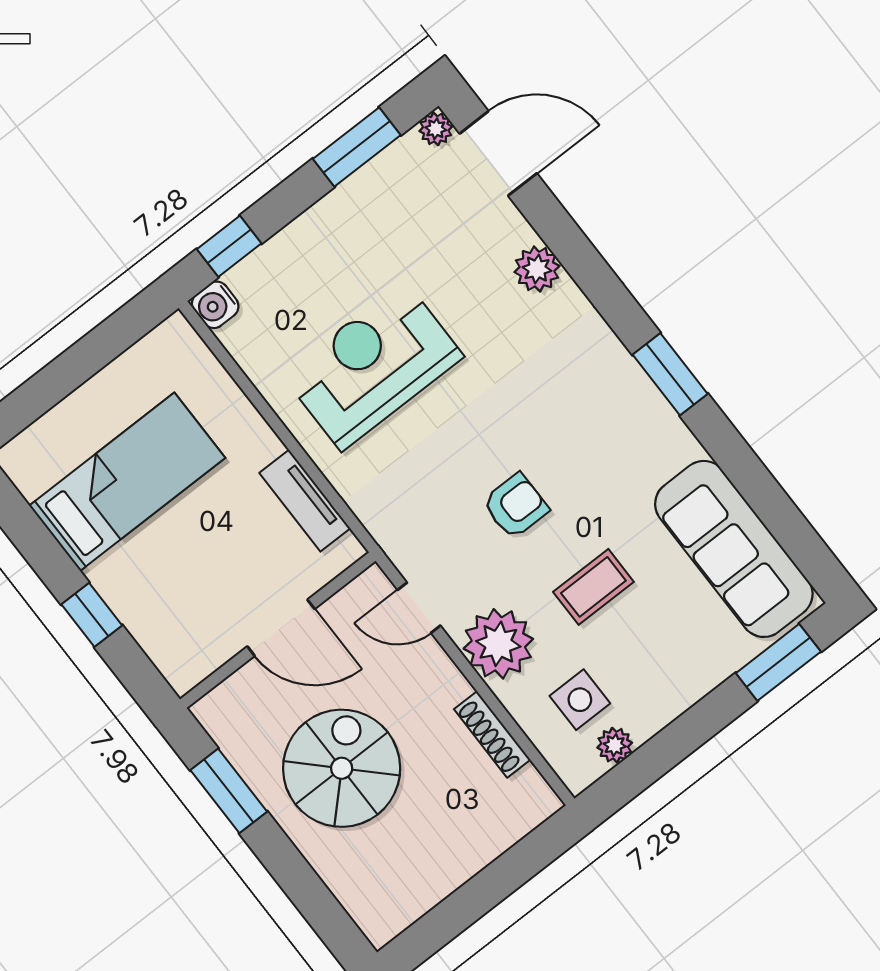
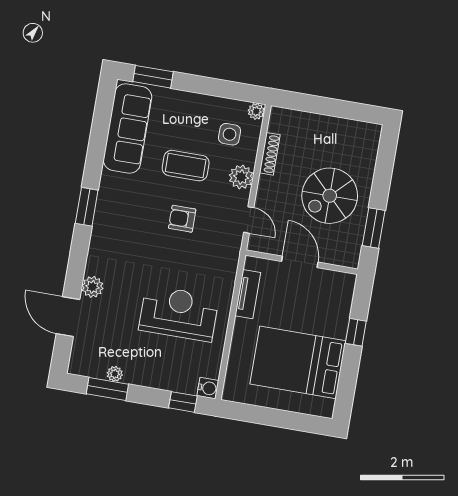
plant: (436, 129) -> (115, 374), moved
door: (498, 153) -> (68, 317), moved
reception desk: (373, 366) -> (179, 313), turned 180
bed: (127, 482) -> (298, 362), width x1.50
coffee table: (593, 587) -> (186, 166), width x1.36, depth x1.30
plant: (498, 644) -> (241, 177), width x0.73, depth x0.73
plant: (615, 745) -> (256, 111), moved

